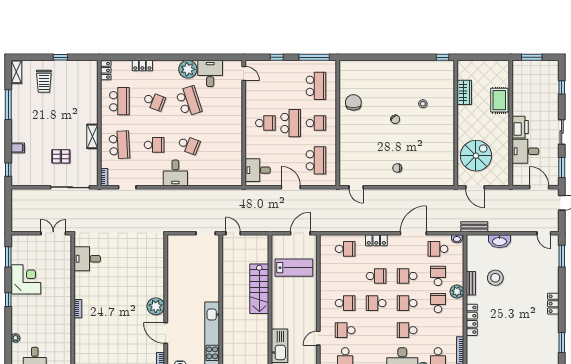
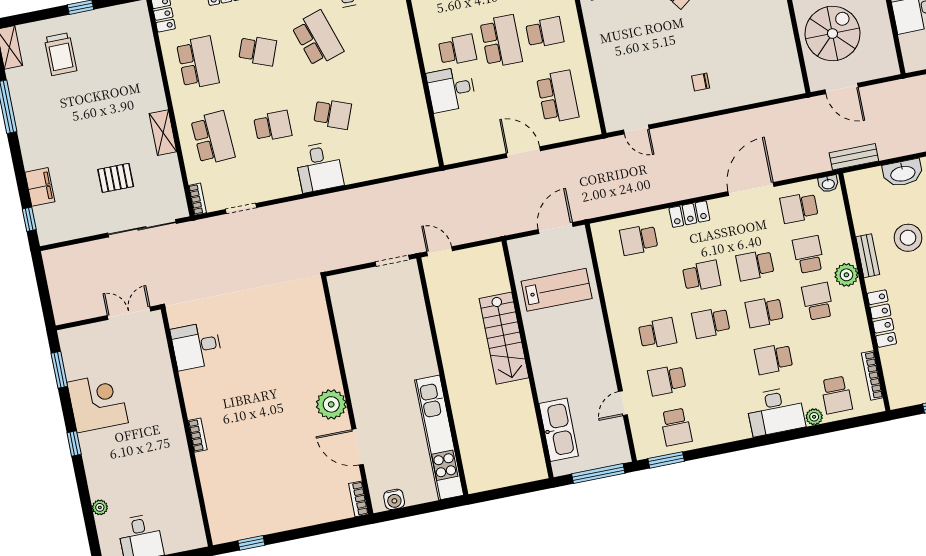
filing cabinet: (18, 148) -> (40, 187), width x2.00
desk: (258, 170) -> (451, 89), moved
school desk: (345, 249) -> (639, 240), turned 180

